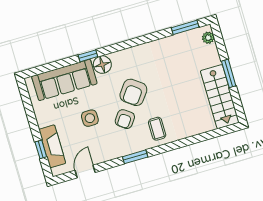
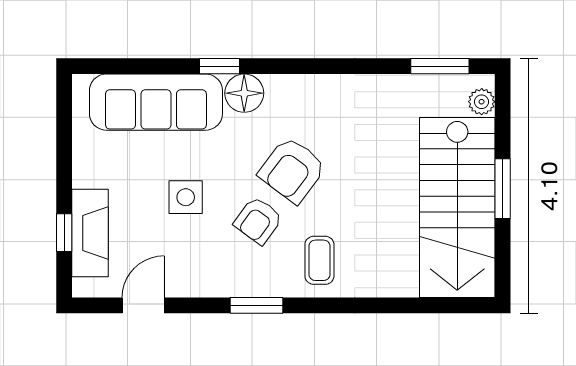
stairs: (220, 97) -> (457, 208), width x1.36, depth x1.51

